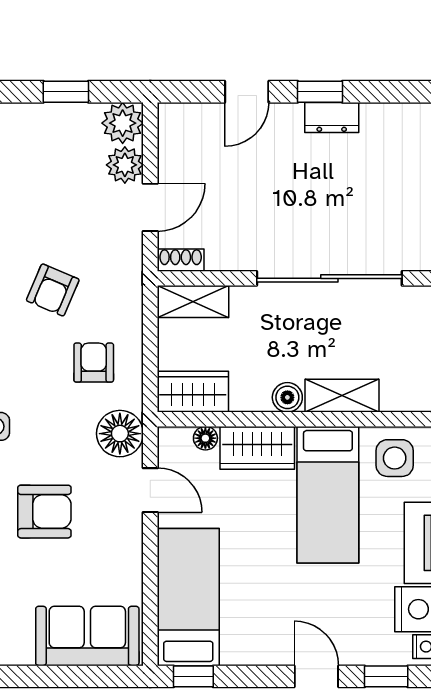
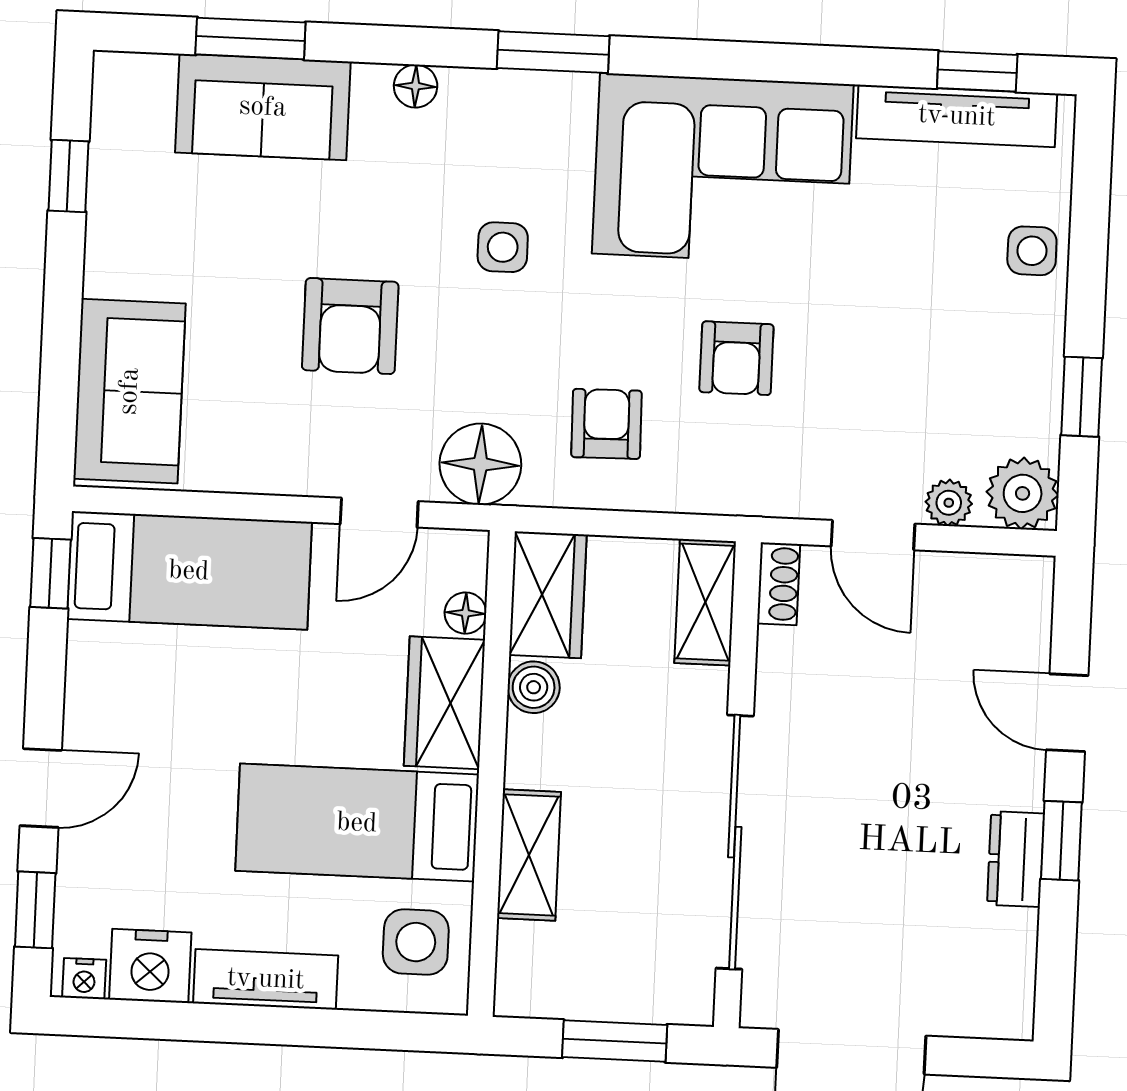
plant: (125, 165) -> (949, 503), width x0.73, depth x0.73
armchair: (53, 290) -> (736, 358), turned -113
armchair: (94, 363) -> (606, 424), turned -91
boiler: (287, 397) -> (534, 687), moved

